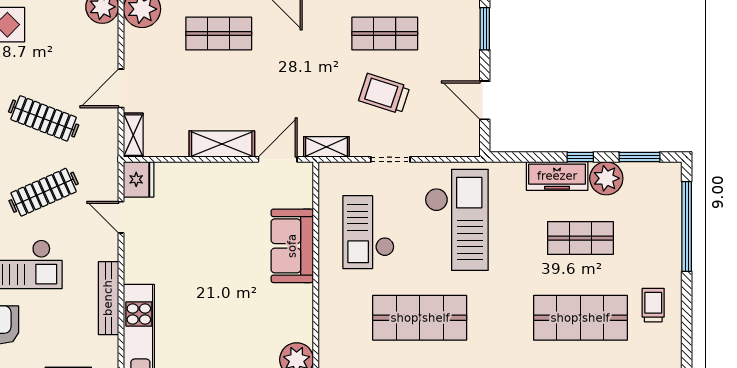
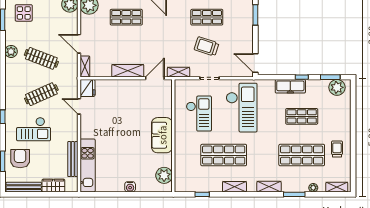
door: (121, 88) -> (79, 44), hinge flipped
door: (485, 100) -> (255, 63), moved
plant: (606, 178) -> (337, 87), moved
window: (687, 227) -> (353, 111), removed
checkout: (368, 232) -> (199, 114), turned 180
sofa: (292, 246) -> (162, 135), moved
bench: (108, 298) -> (73, 159), moved

